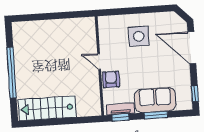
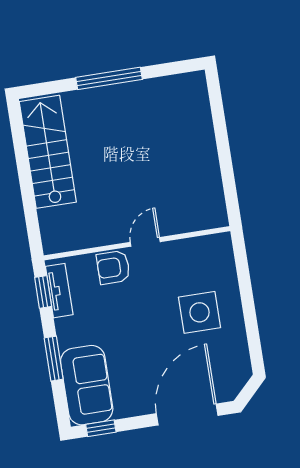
window: (12, 73) -> (109, 78), width x0.68
armchair: (111, 79) -> (113, 267), turned 180
sofa: (155, 100) -> (87, 385), moved

